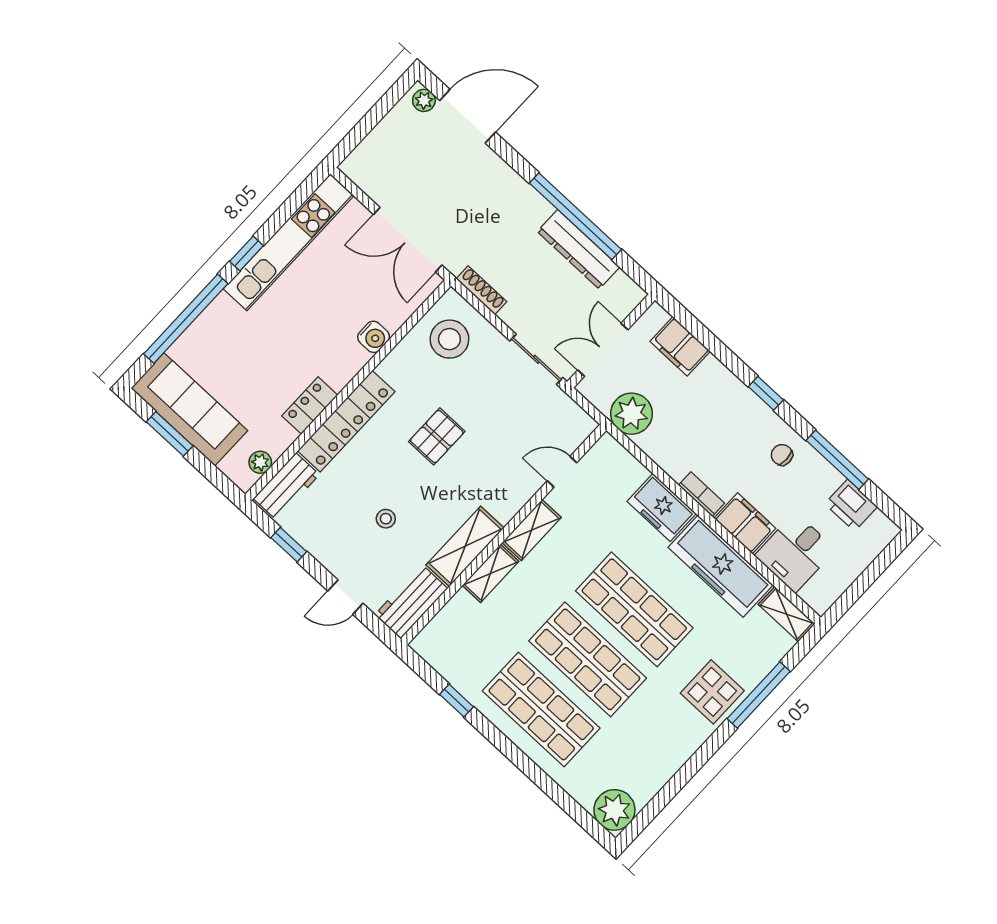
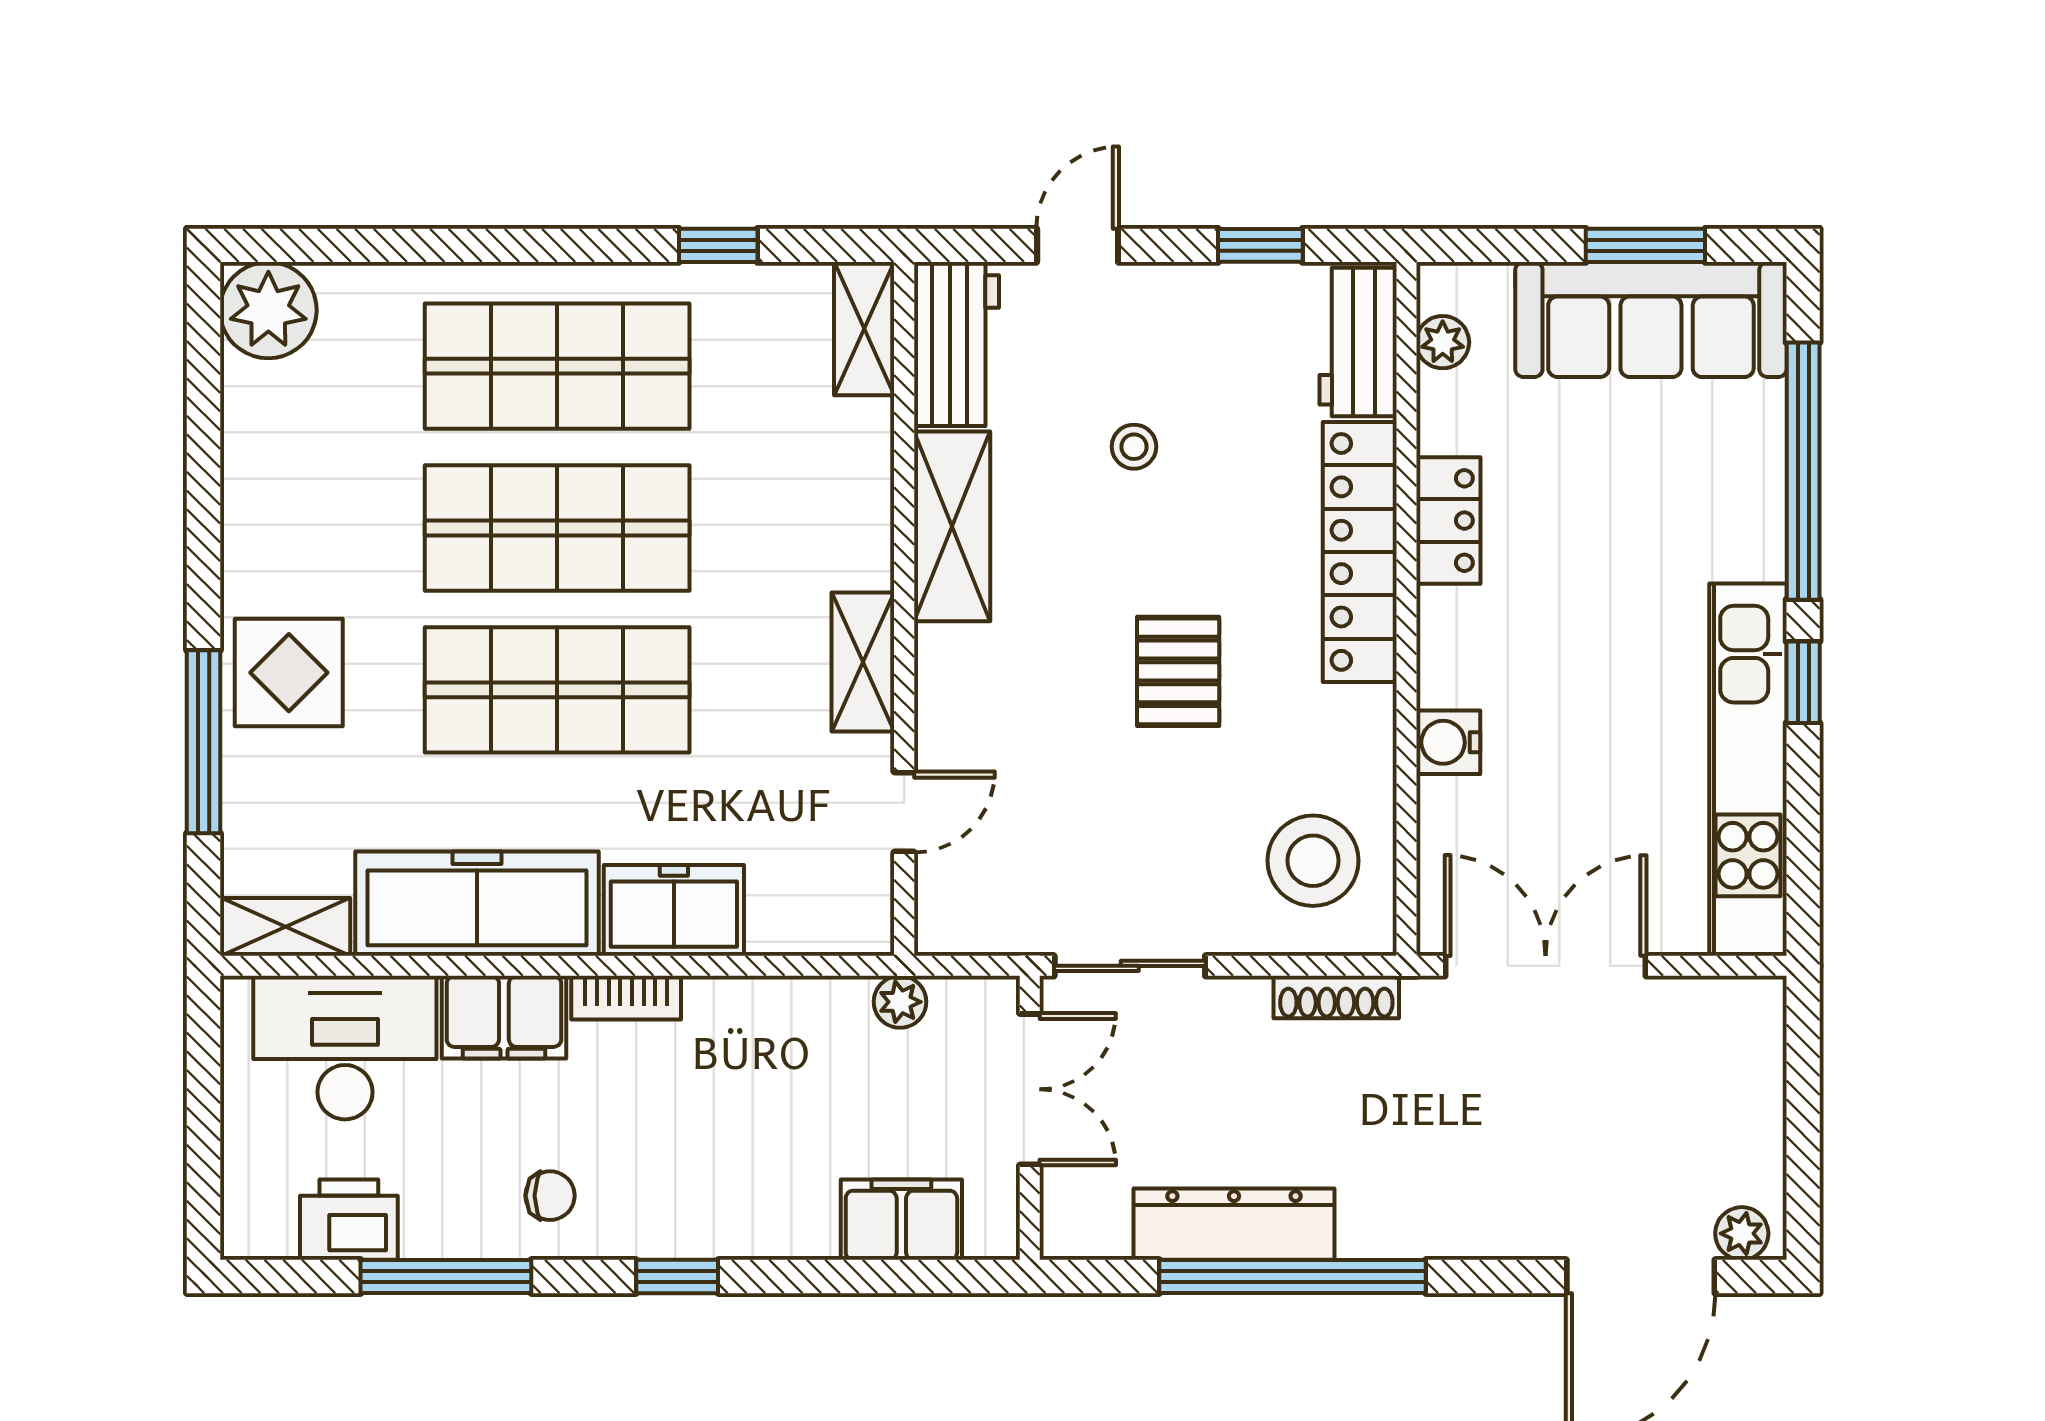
plant: (632, 414) -> (900, 1002), width x0.53, depth x0.53
desk: (795, 552) -> (345, 1048), width x1.37
shelving: (491, 573) -> (864, 329), moved

